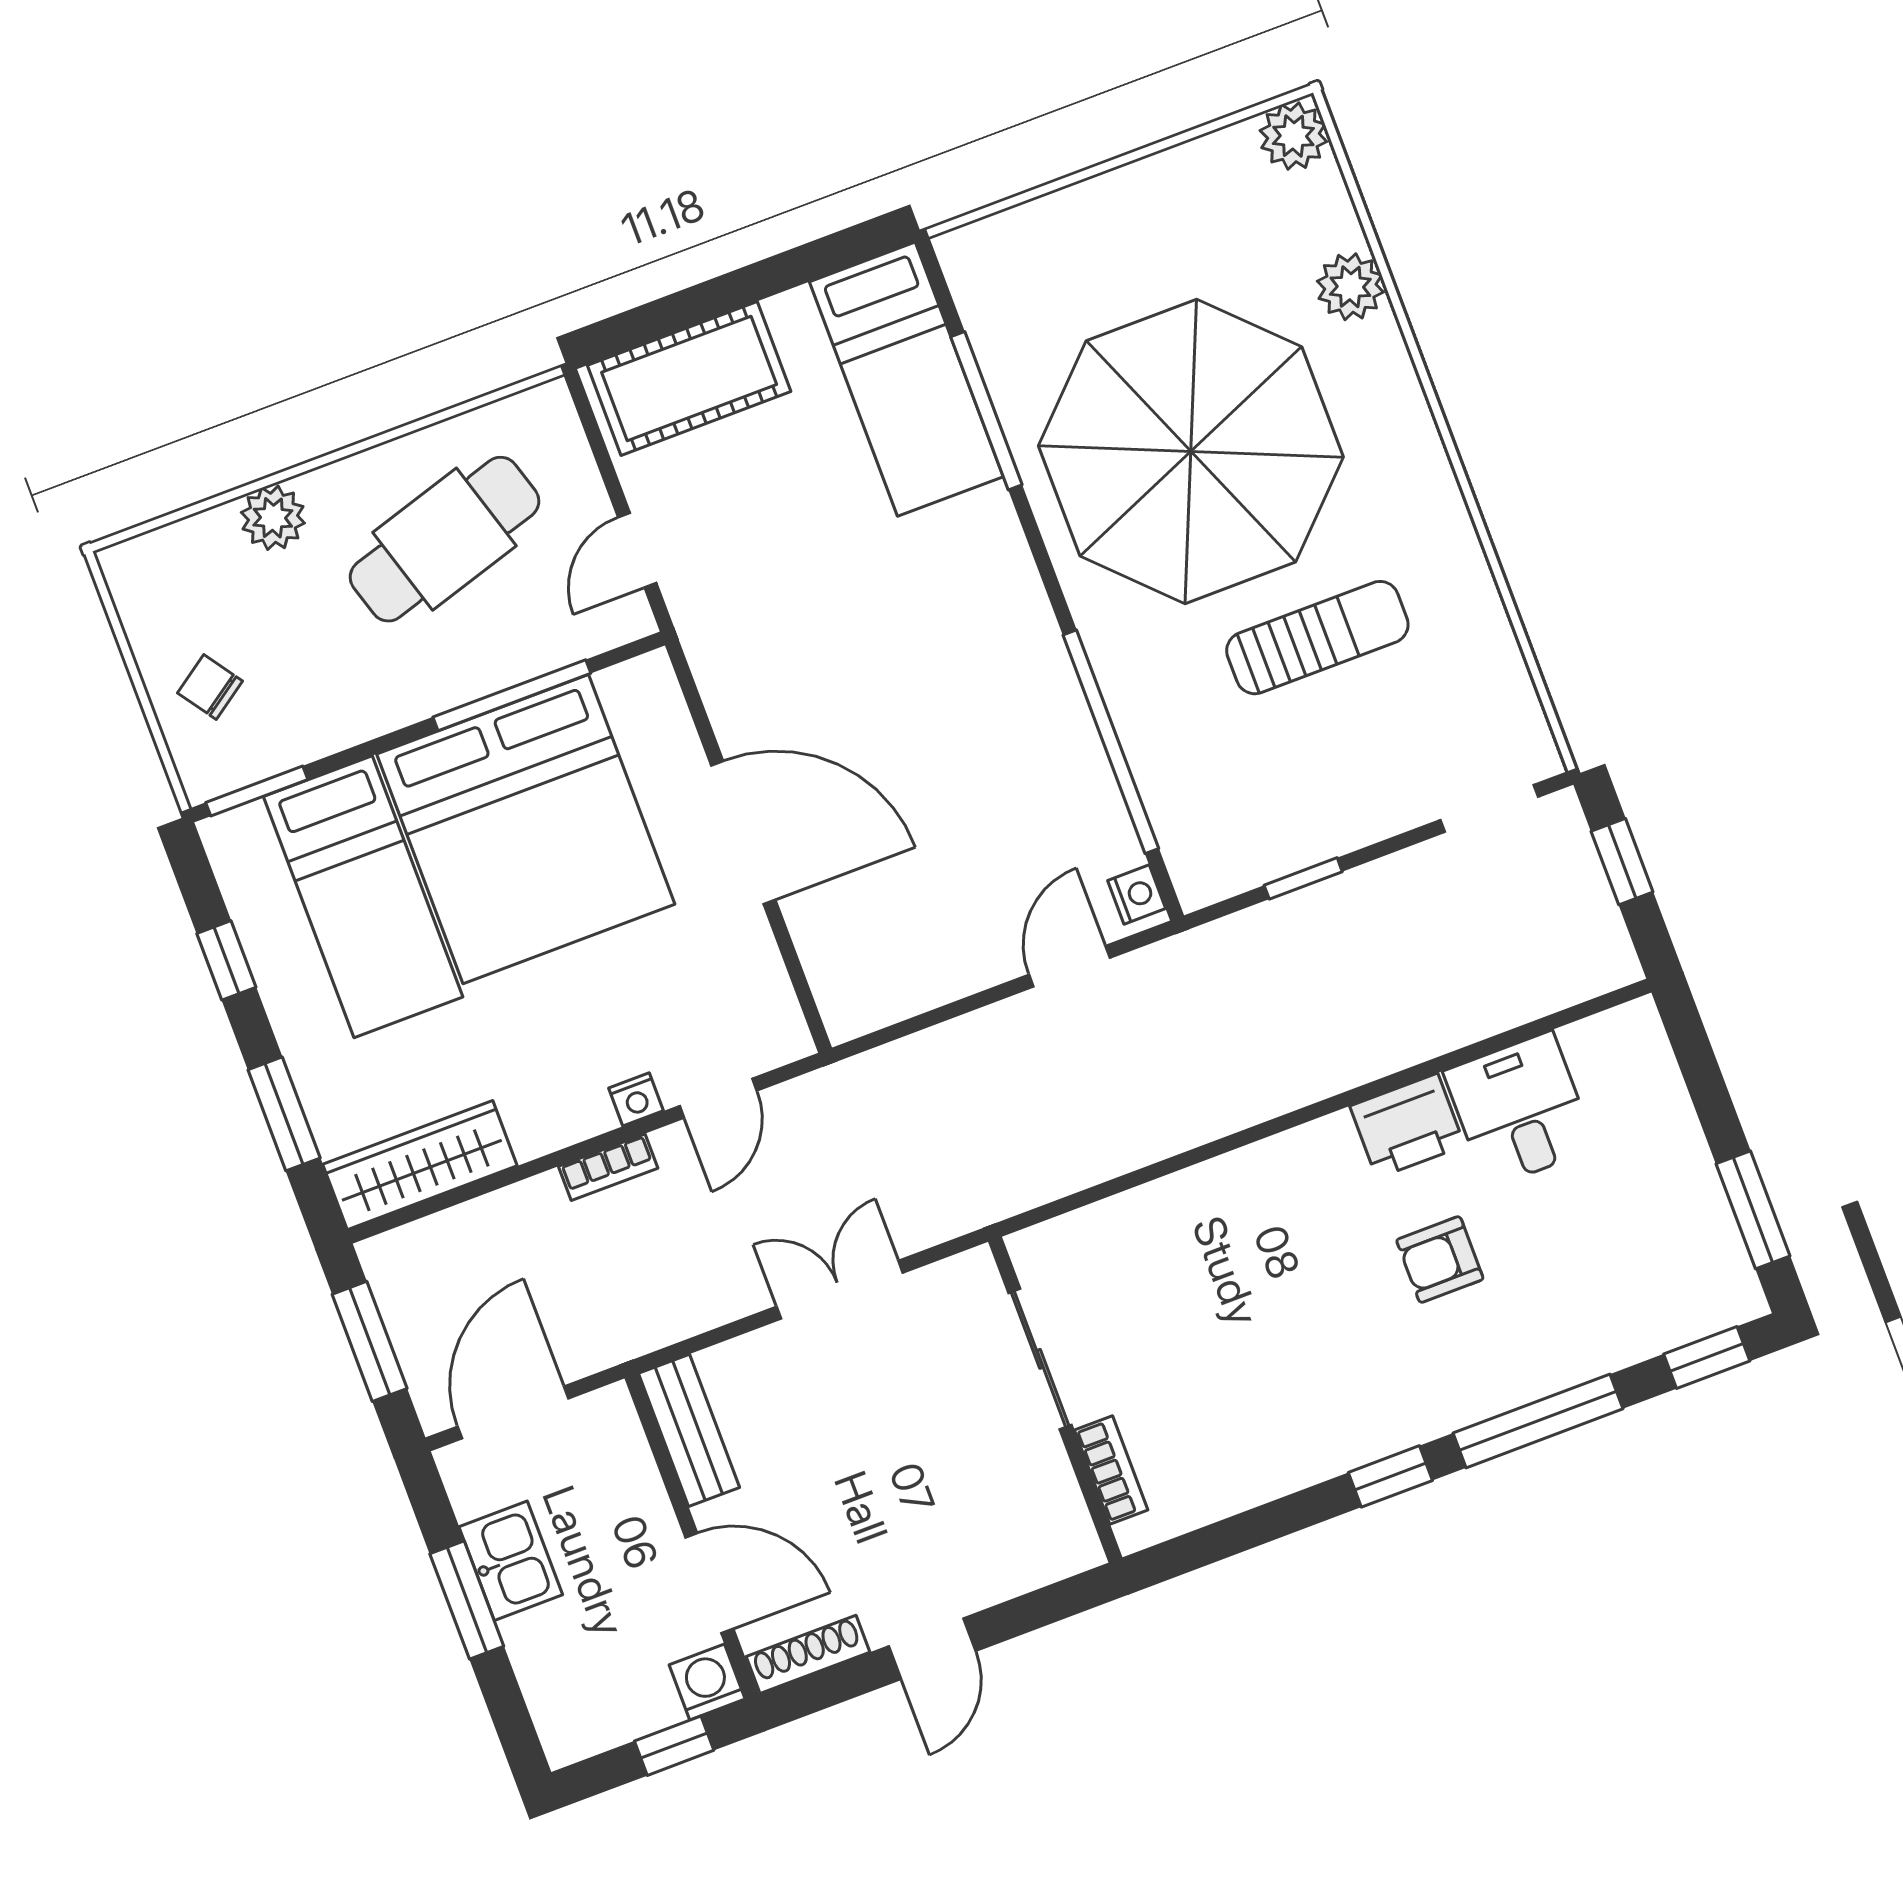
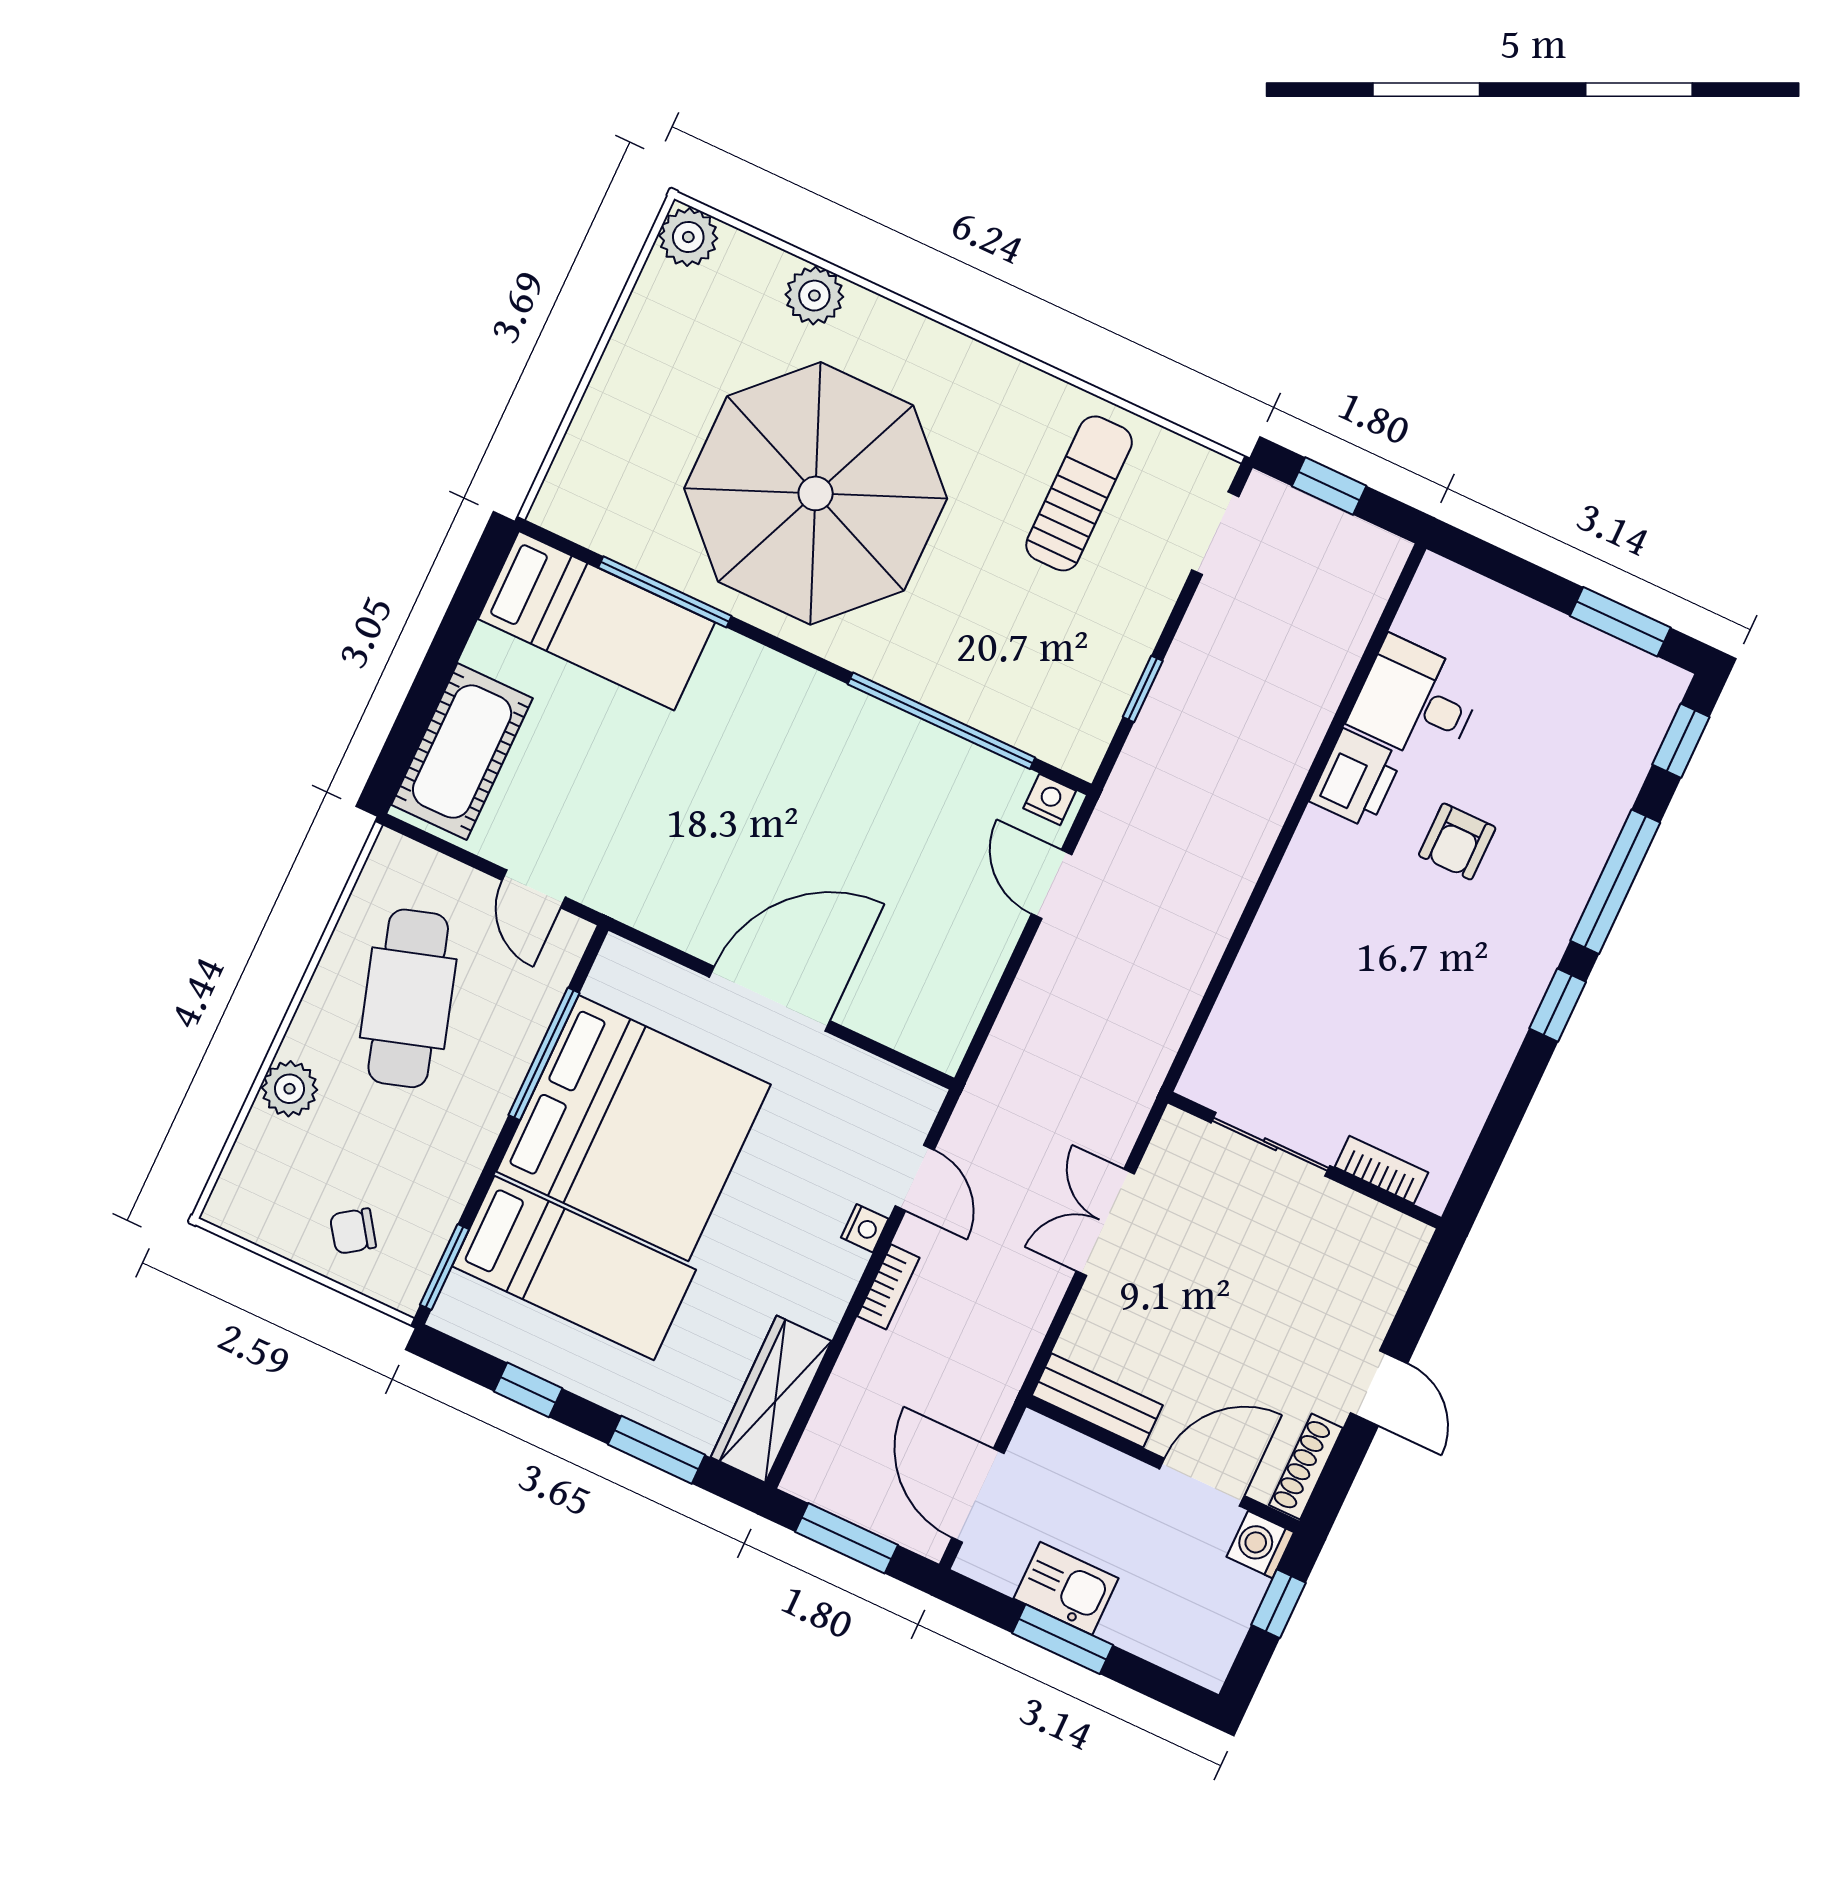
sun lounger: (1317, 638) -> (1079, 493), moved

